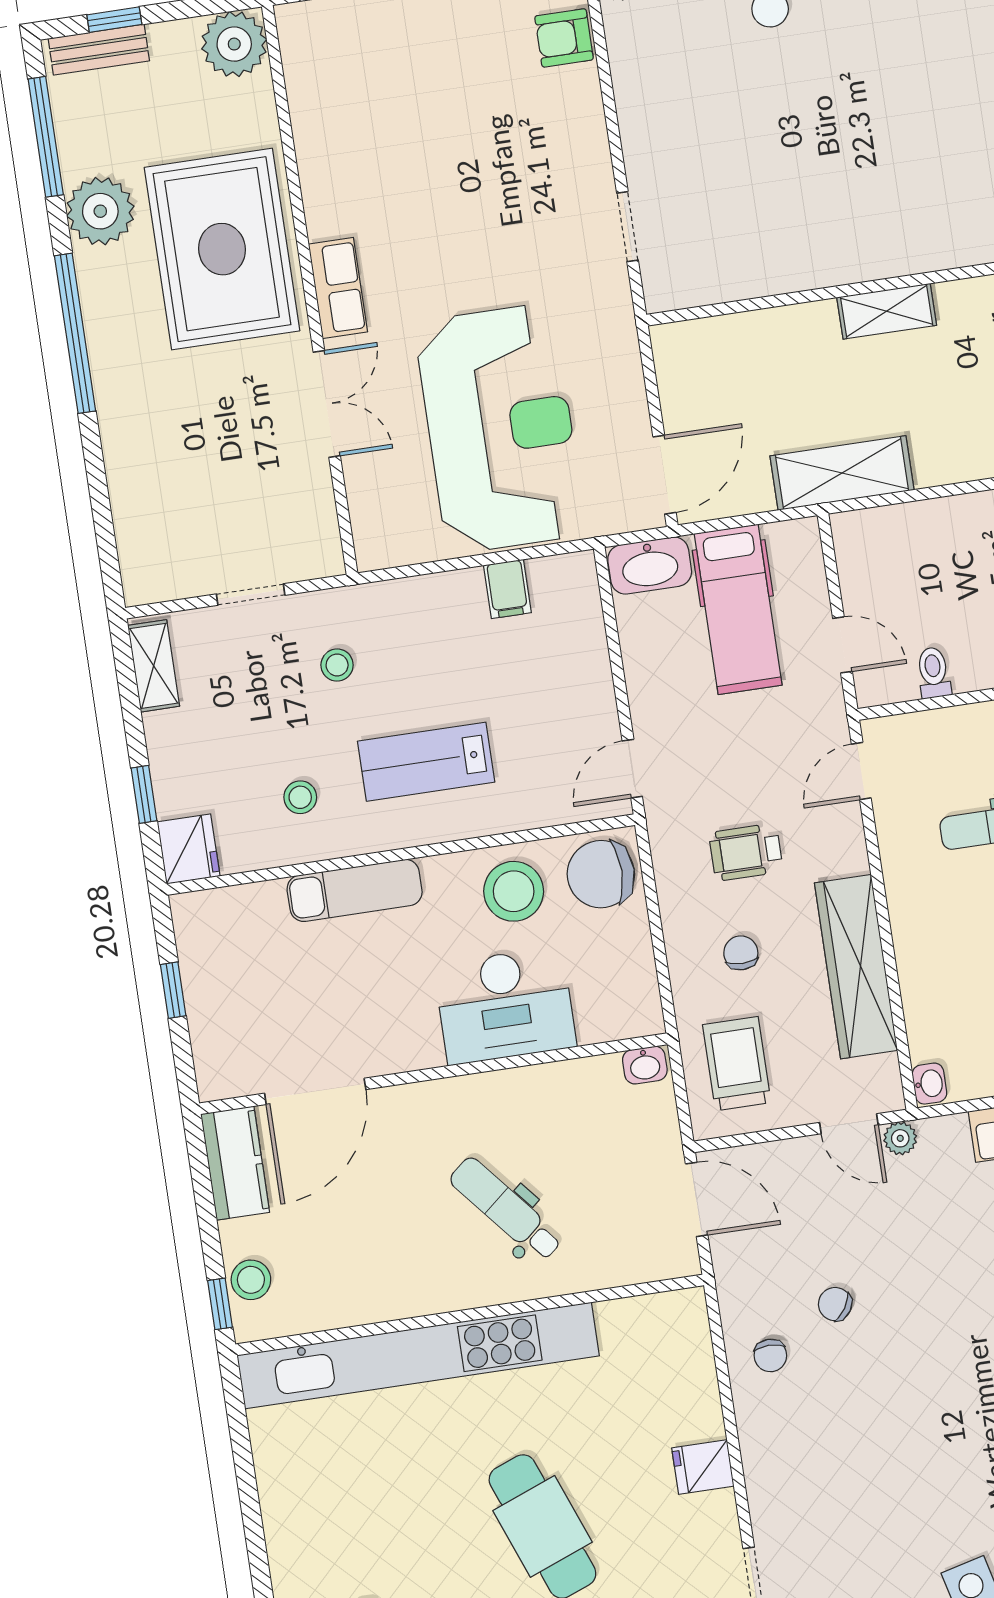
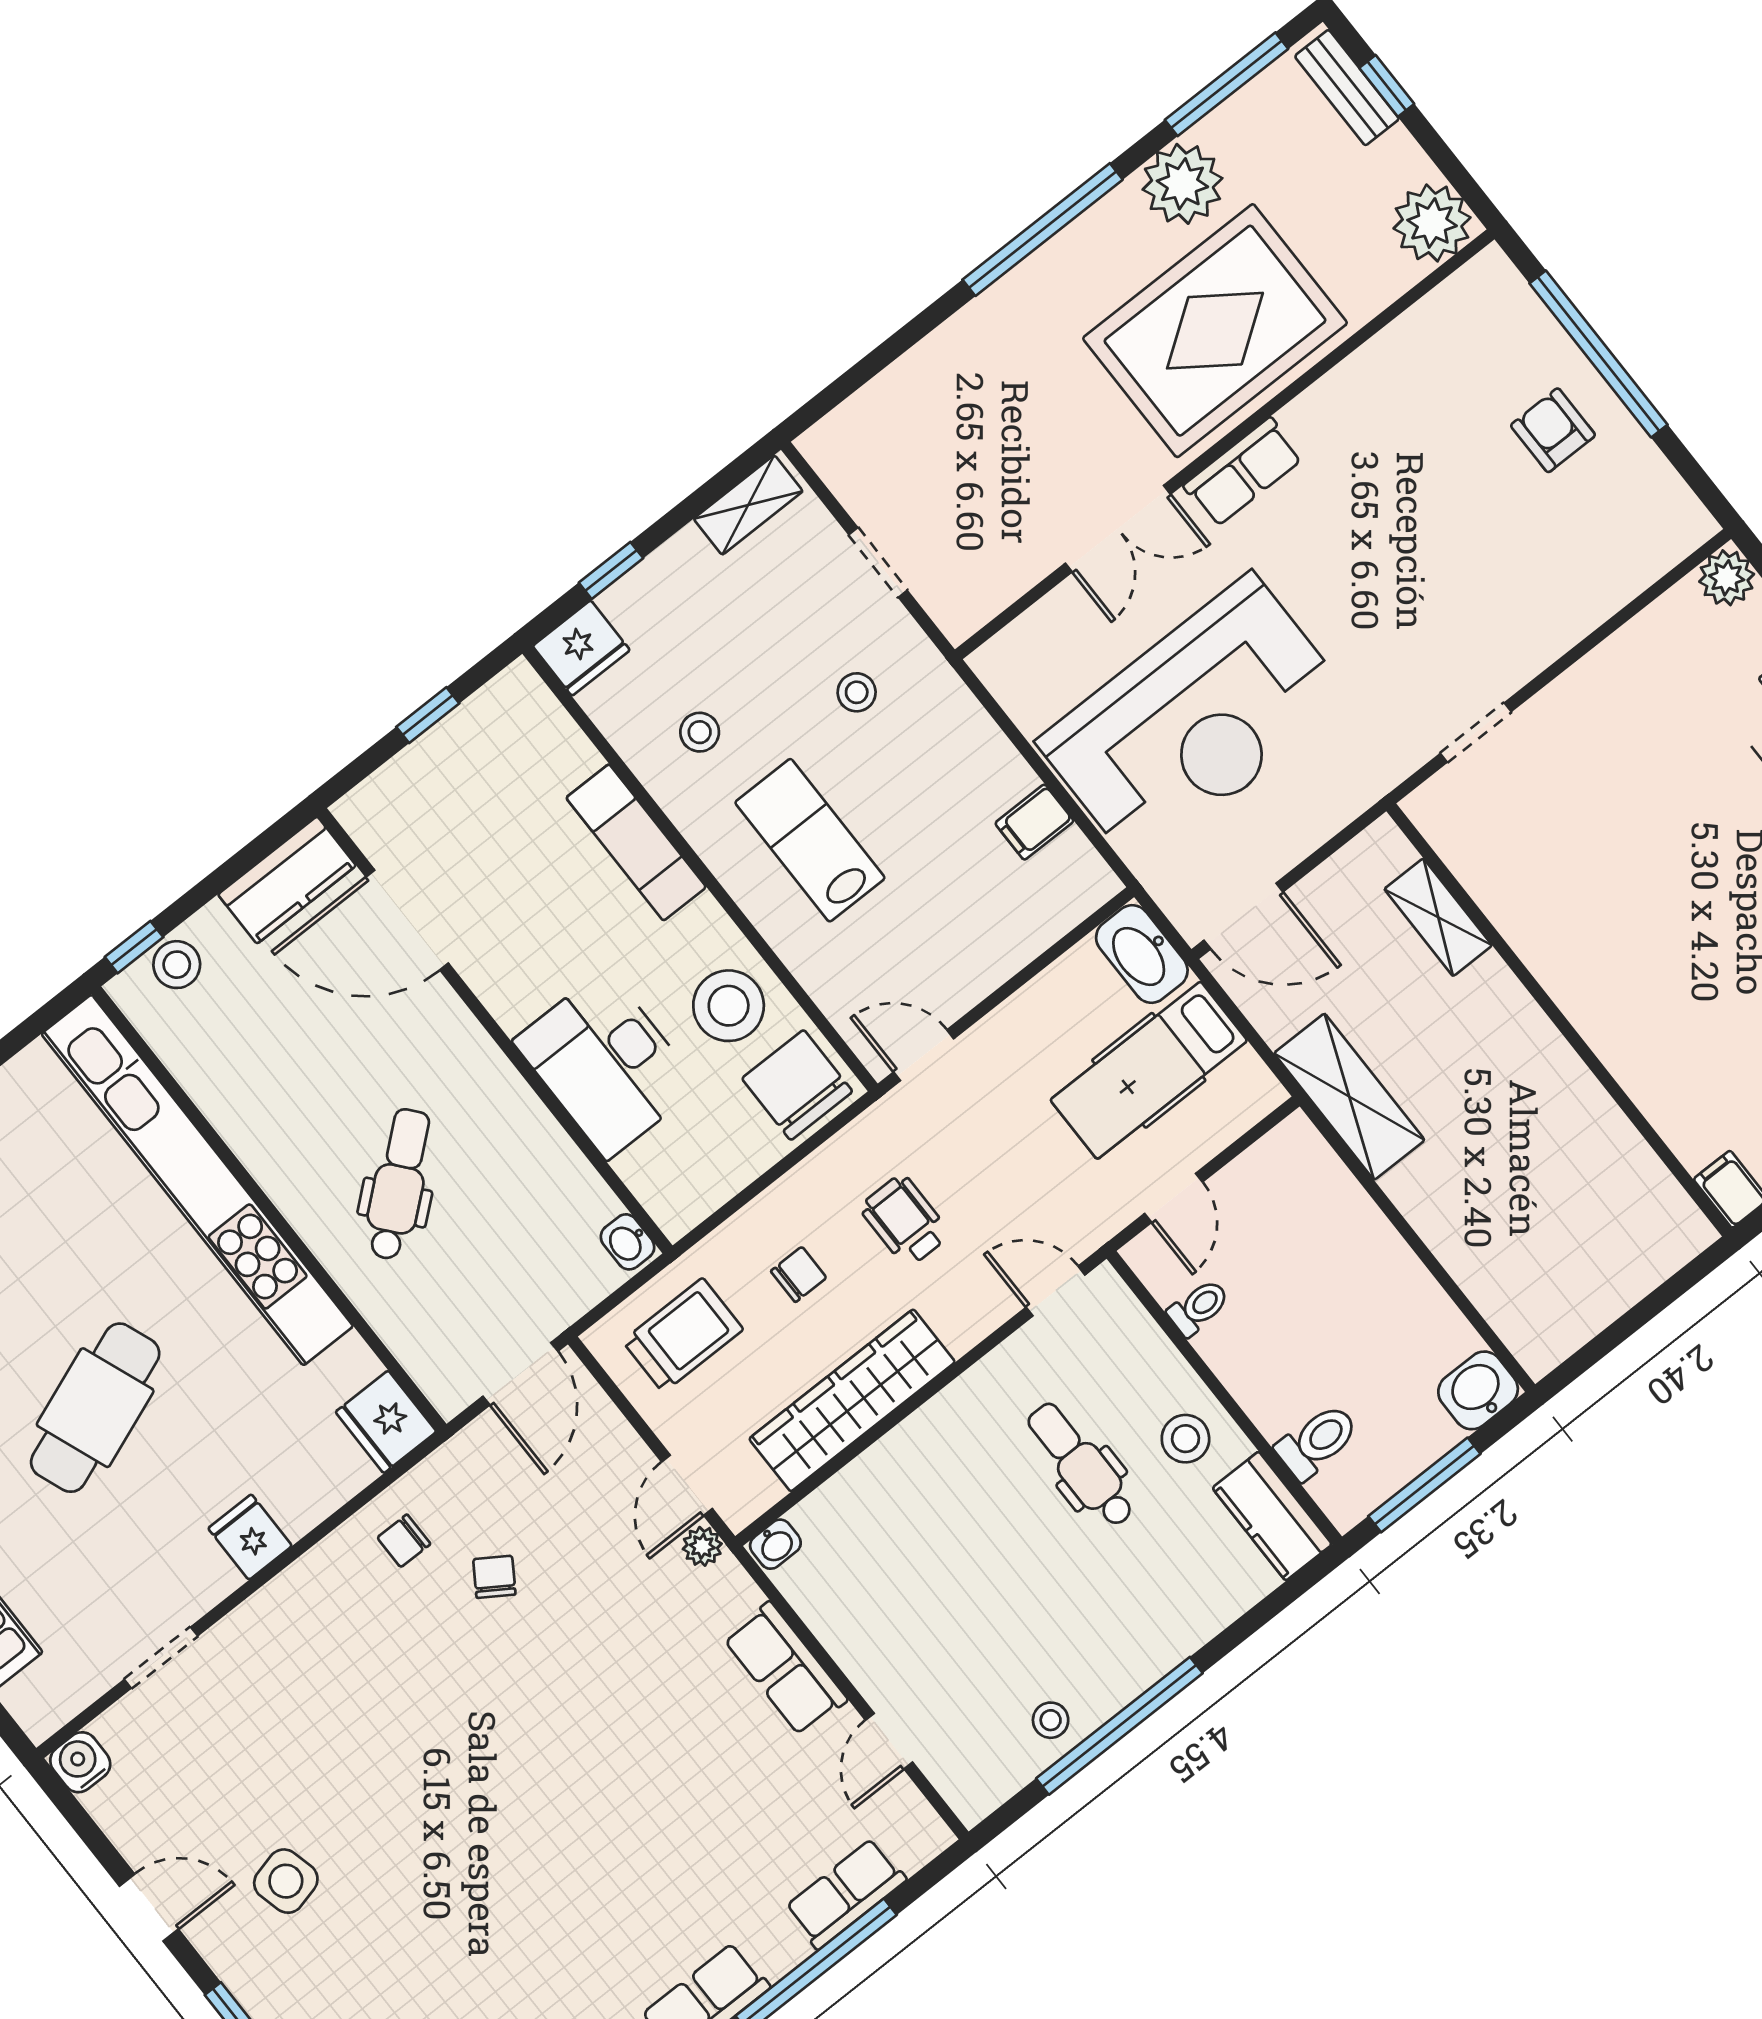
armchair: (564, 38) -> (1553, 430), moved
shelving: (887, 311) -> (1438, 917), moved
fridge: (675, 1319) -> (386, 1422), added

